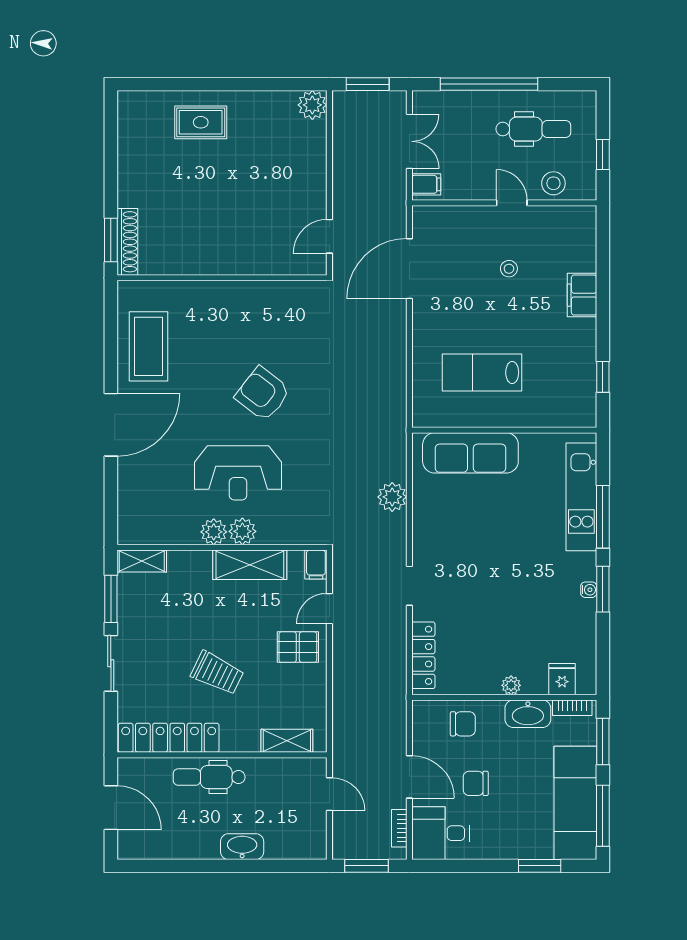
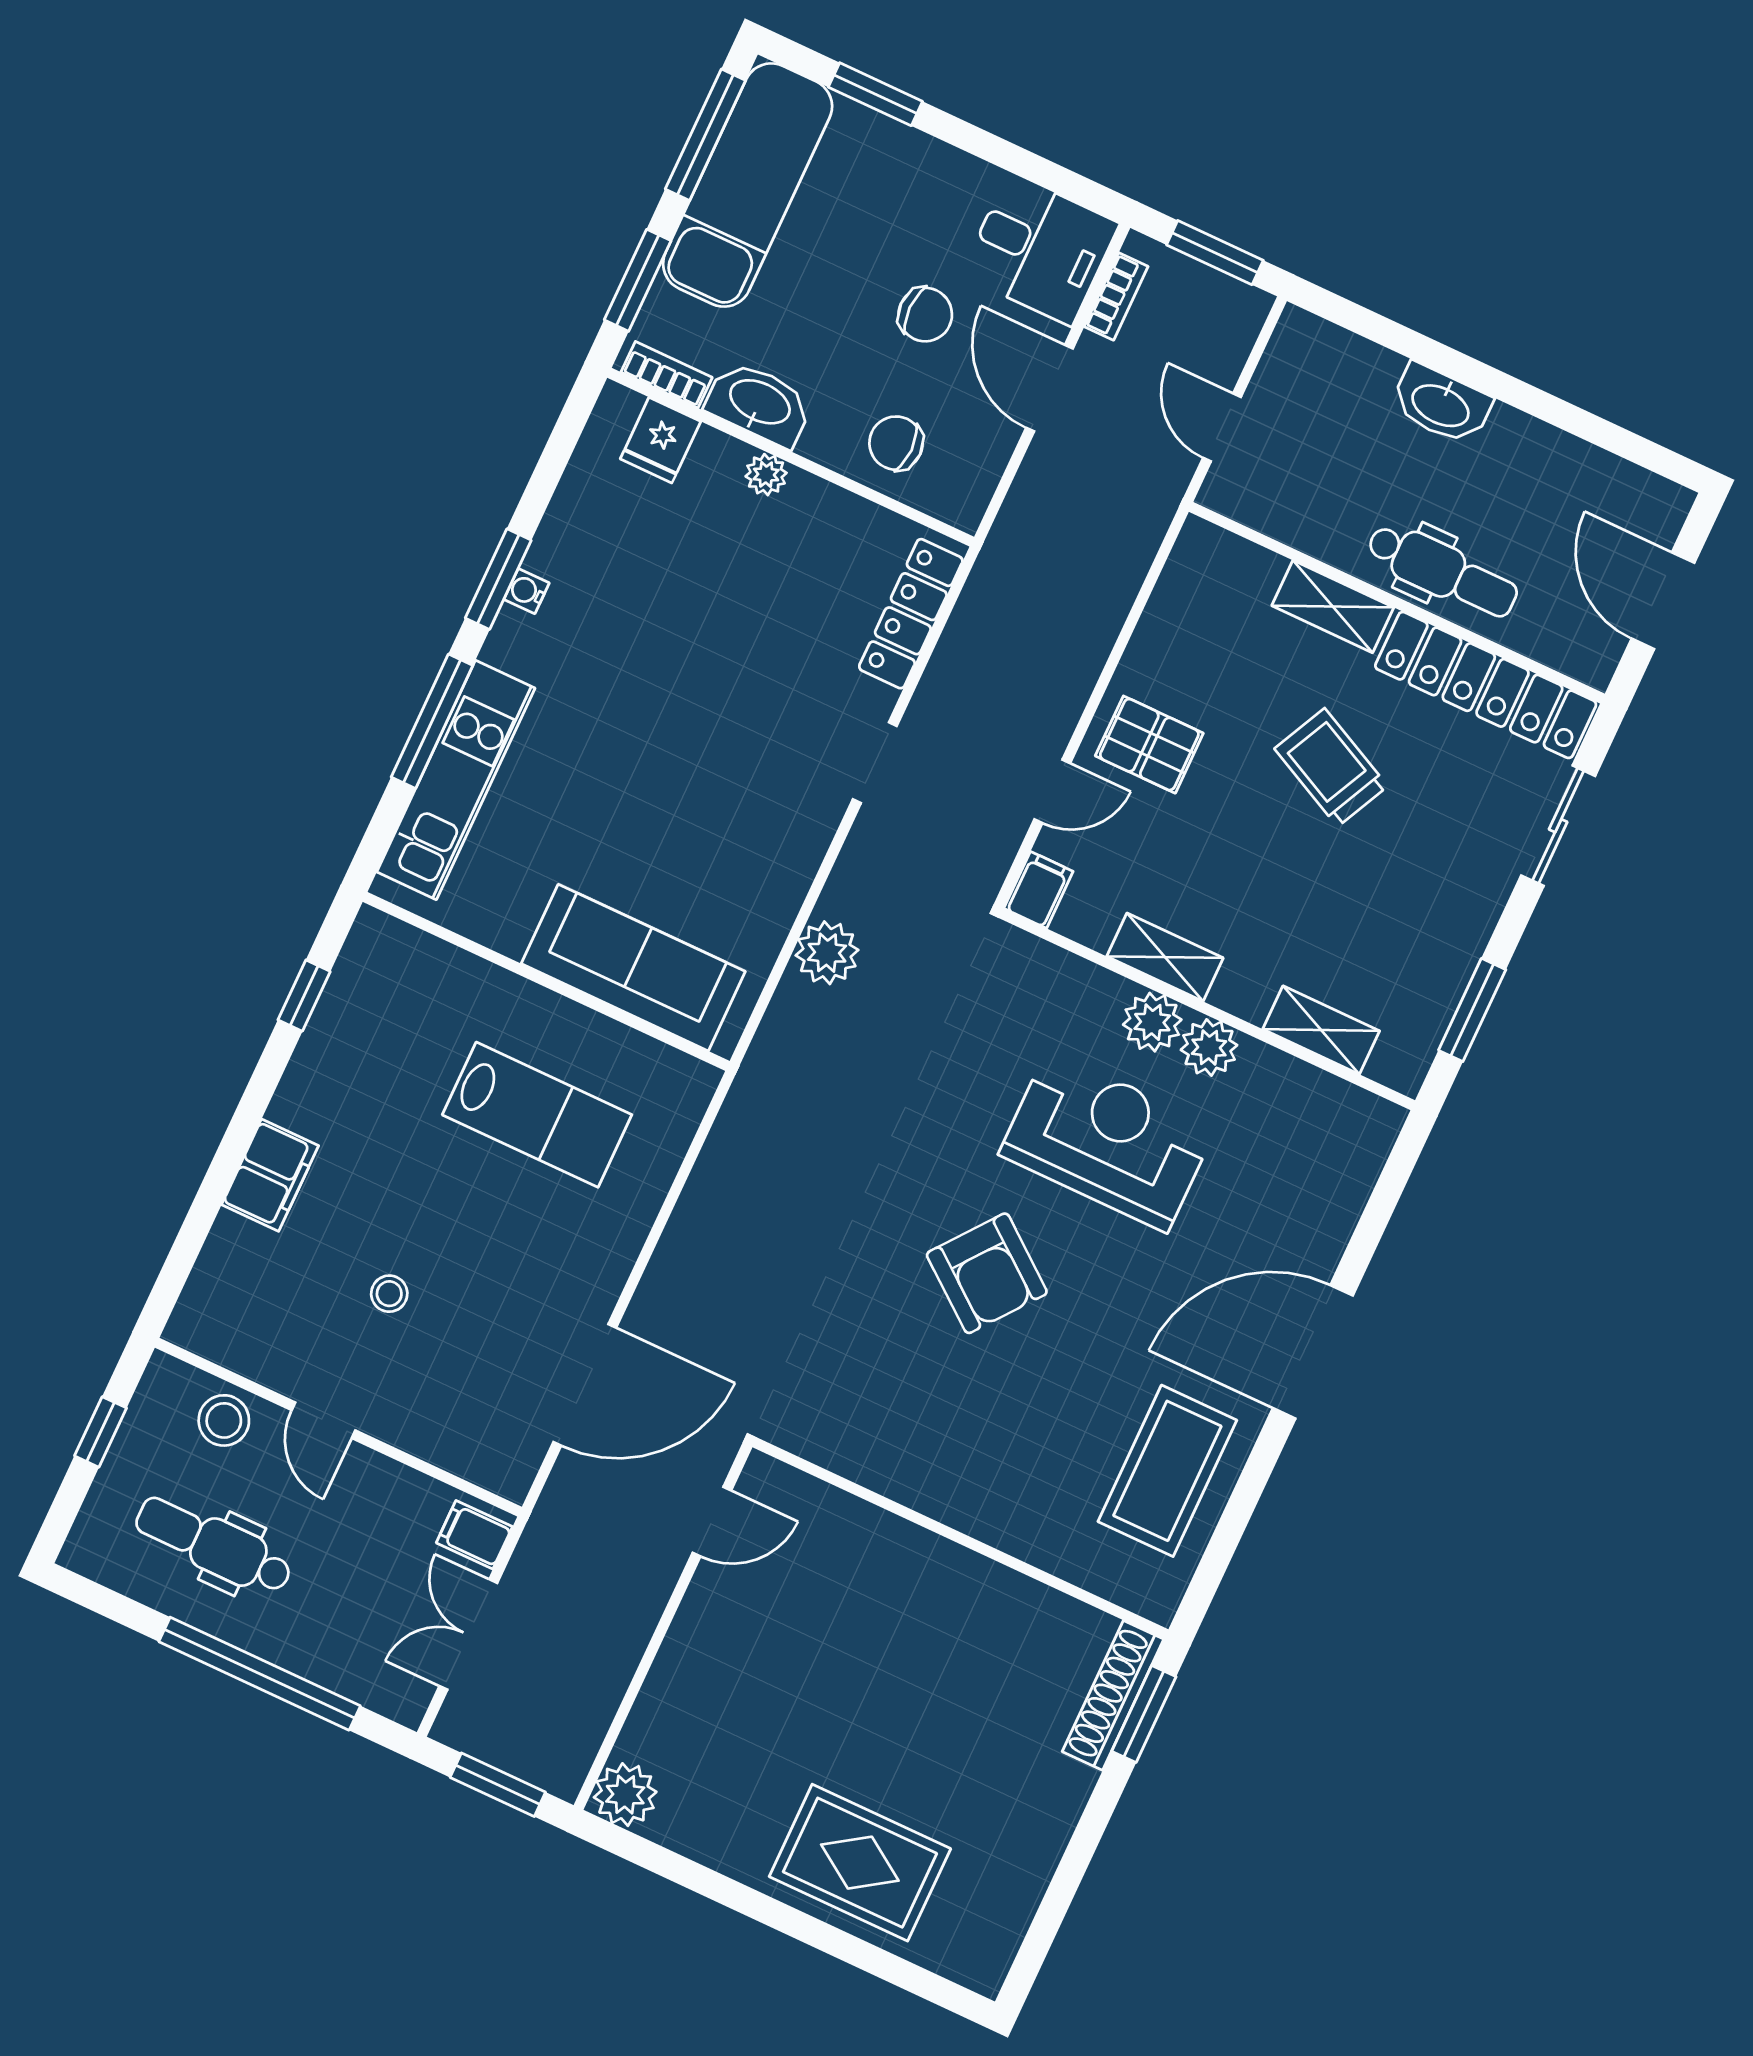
rug: (201, 122) -> (860, 1863), width x1.36, depth x1.43
shelving: (142, 561) -> (1321, 1030), moved
shelving: (250, 565) -> (1165, 957), width x0.67, depth x0.75
sliding door: (111, 663) -> (1558, 826), moved
shelving: (287, 741) -> (1333, 607), moved

